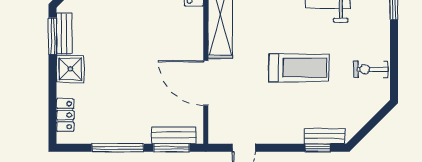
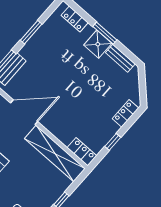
window: (53, 36) -> (105, 33), moved
window: (118, 148) -> (31, 32), width x0.69

